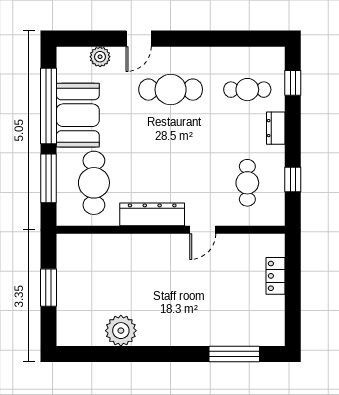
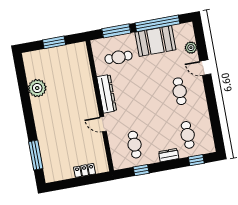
cafe table: (171, 90) -> (180, 91), width x0.73, depth x0.74
cafe table: (94, 183) -> (119, 57), width x0.73, depth x0.74
cafe table: (247, 183) -> (135, 145), turned 90

